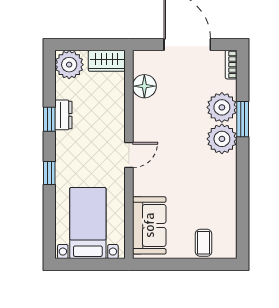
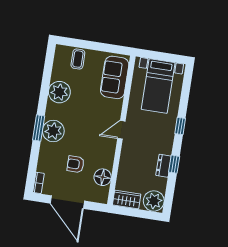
armchair: (184, 98) -> (76, 164), added
plant: (222, 107) -> (59, 92), moved
window: (243, 119) -> (39, 128), moved

